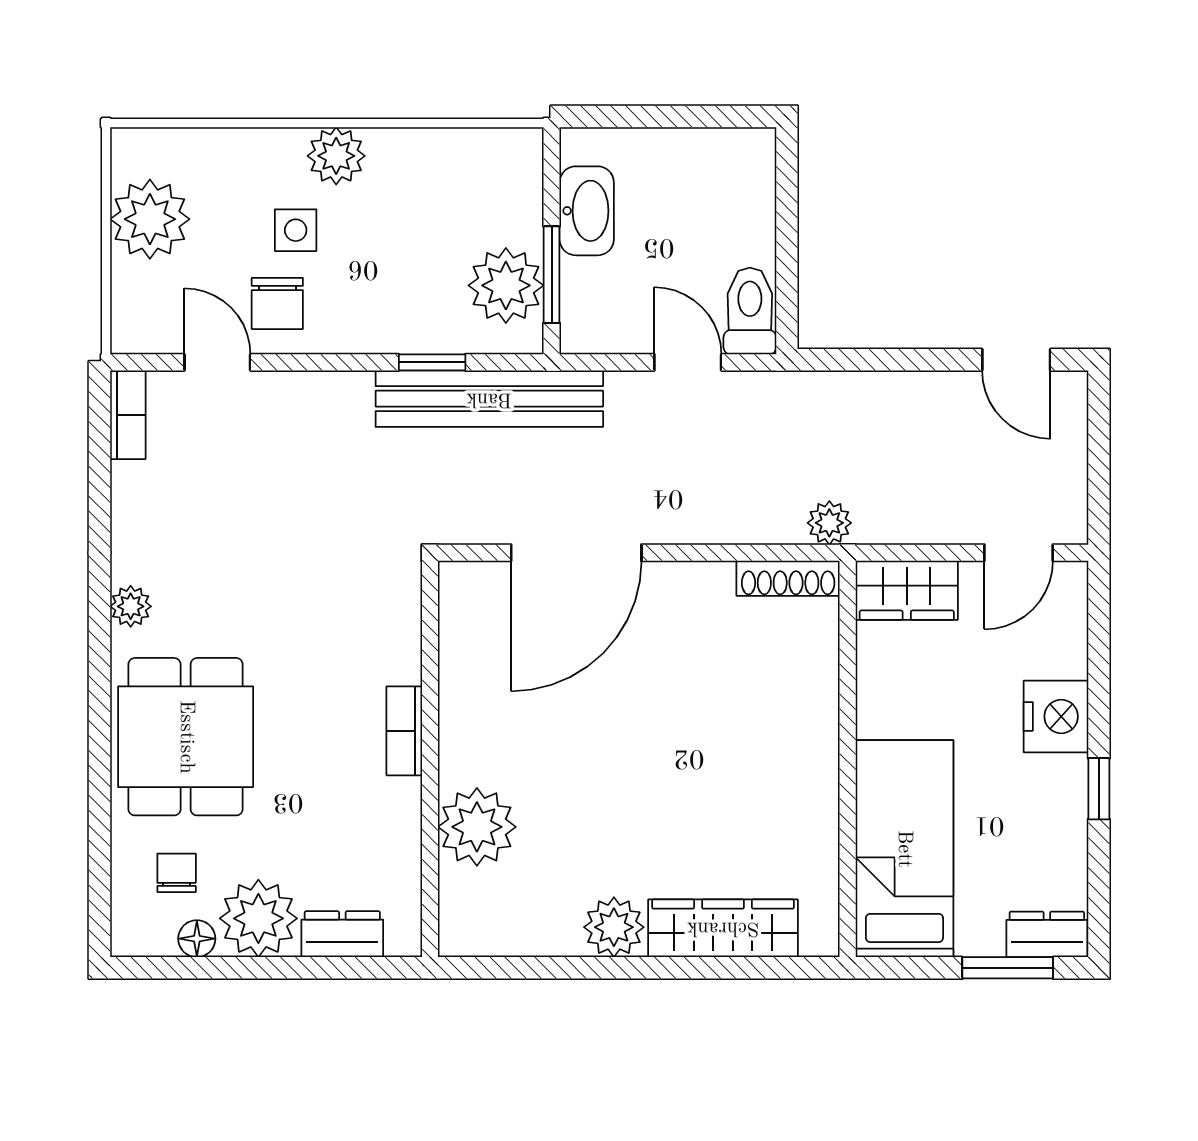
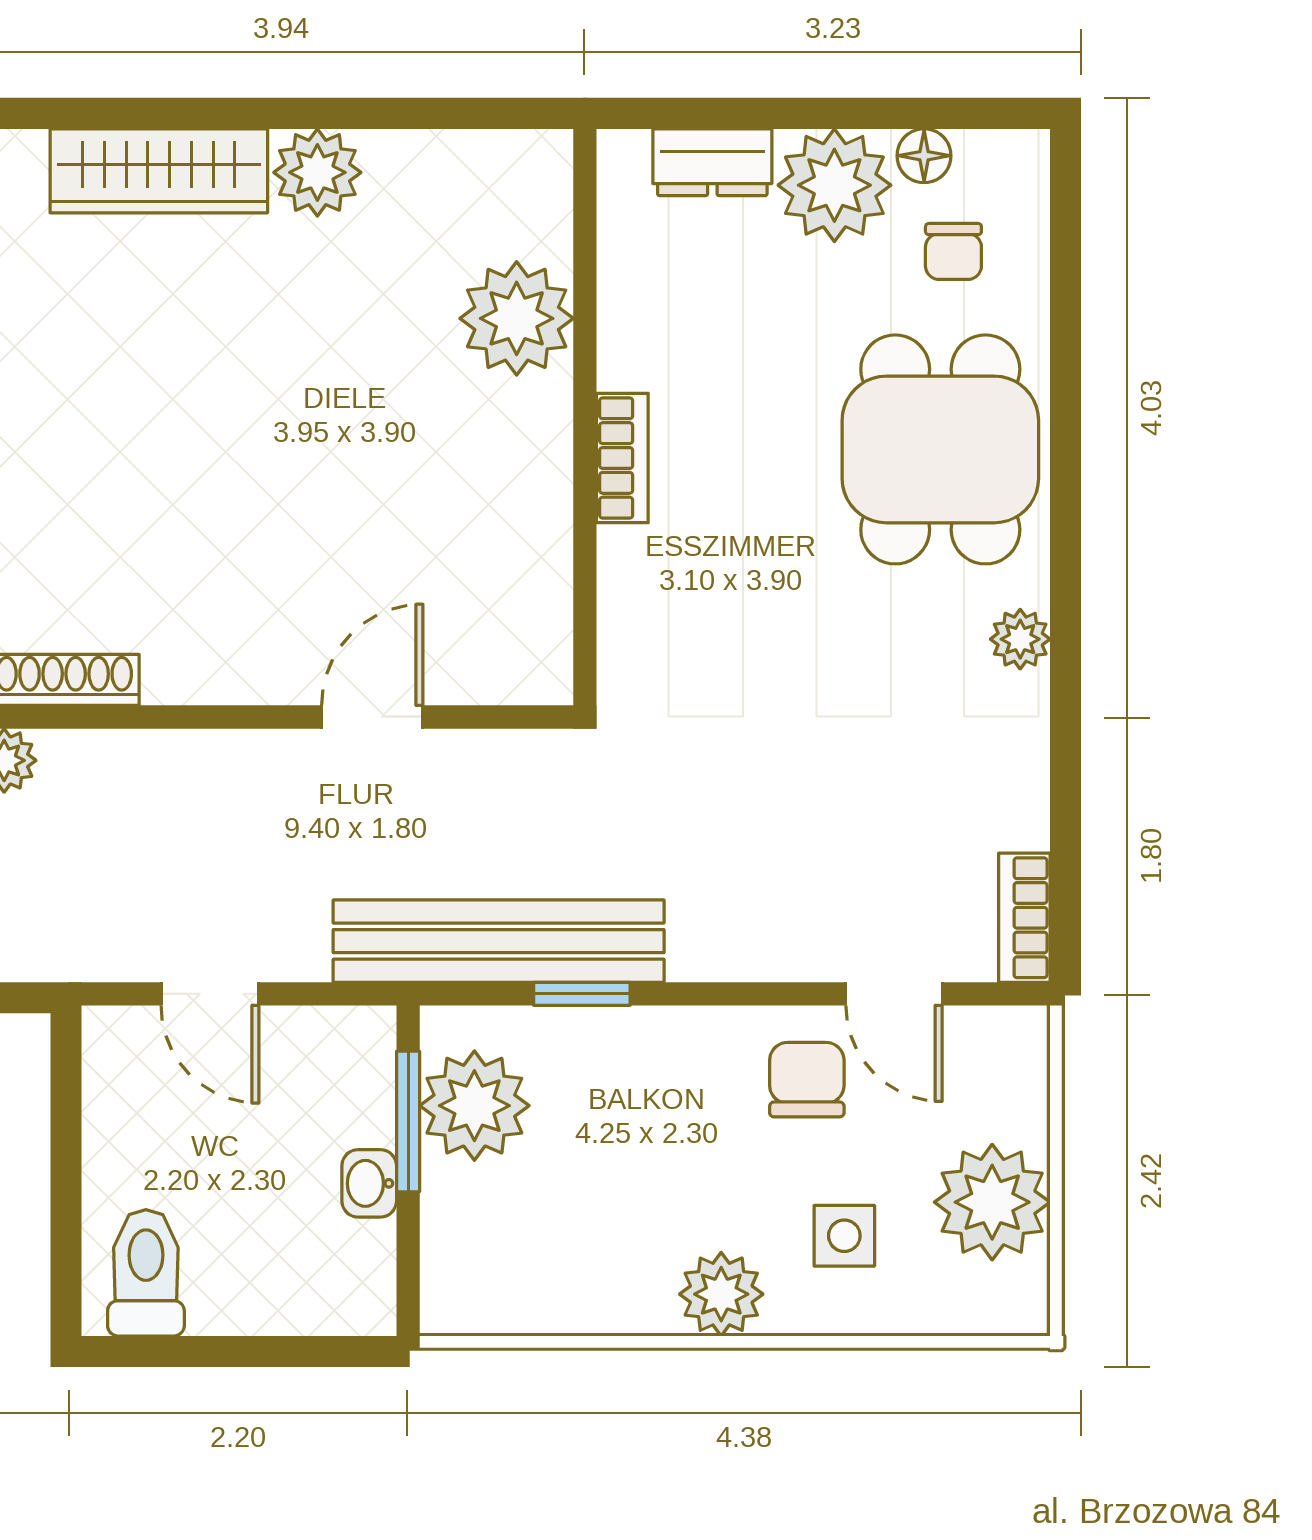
washbasin: (587, 211) -> (369, 1183), width x0.52, depth x0.69
side table: (296, 230) -> (844, 1236), moved
toilet: (750, 311) -> (146, 1273), moved, turned 180
door: (576, 553) -> (372, 717), width x0.53

